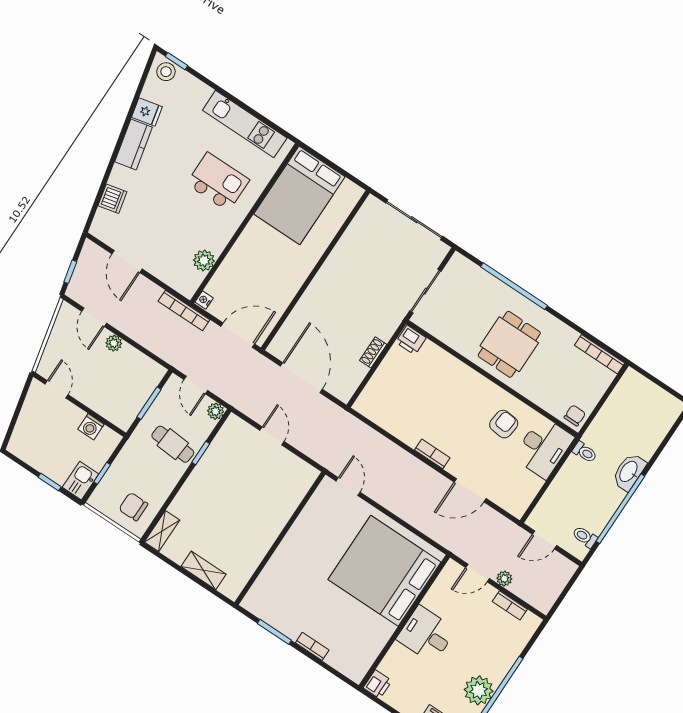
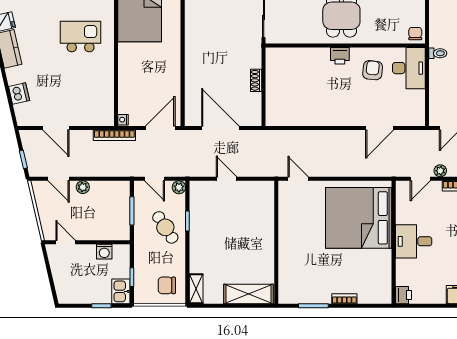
plant: (204, 261) -> (106, 94), removed
printer: (411, 340) -> (340, 56), moved
cafe table: (173, 444) -> (165, 227), turned 53
bookcase: (432, 454) -> (339, 121), removed
shelving: (204, 570) -> (249, 294), width x1.50, depth x1.33

